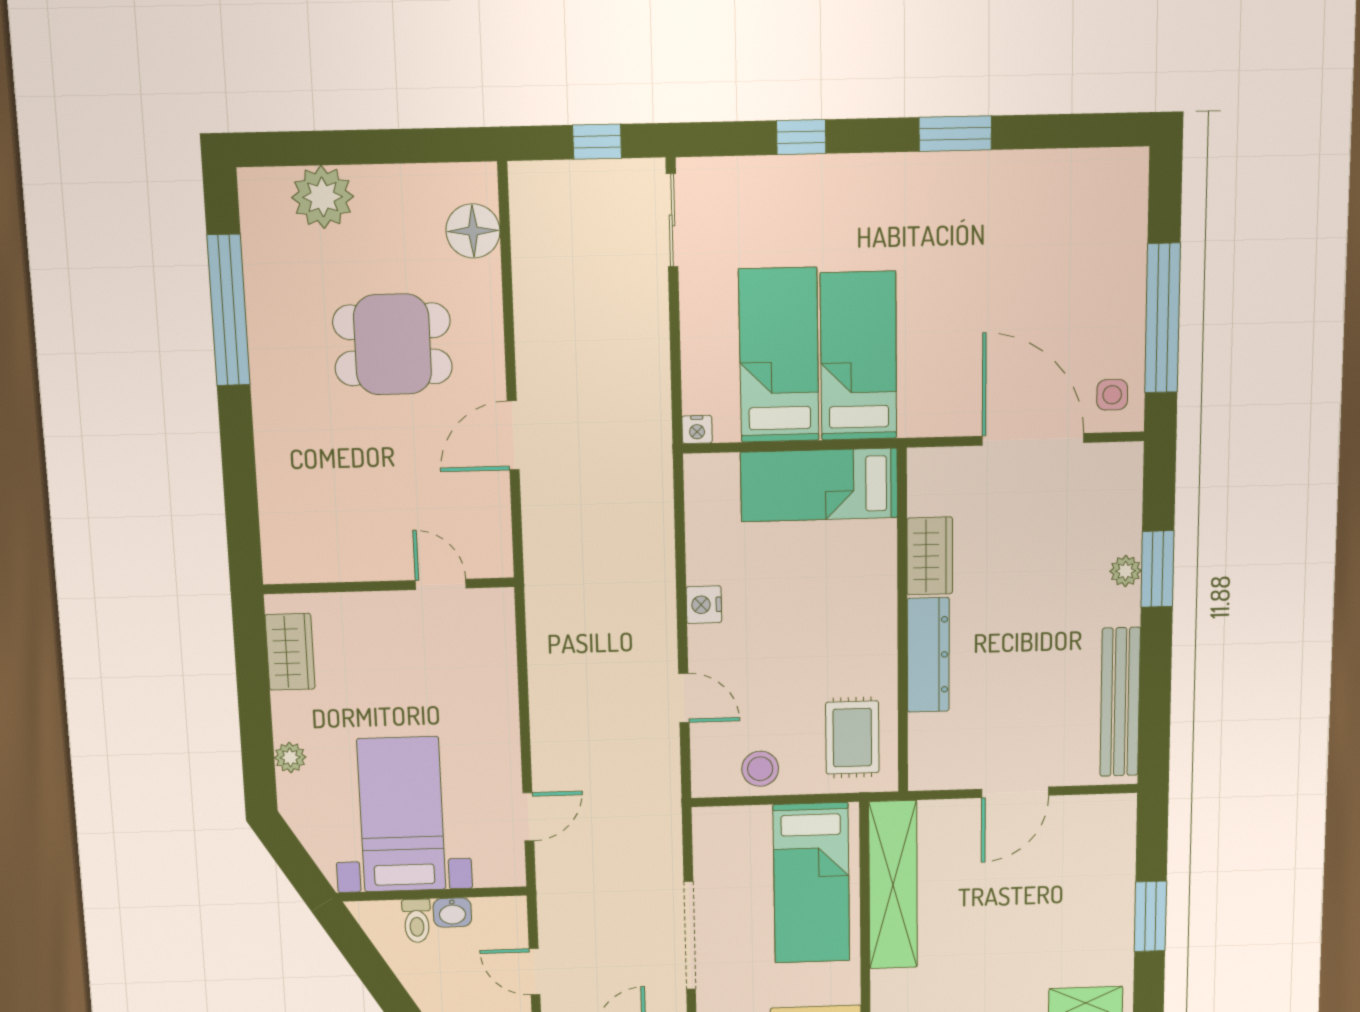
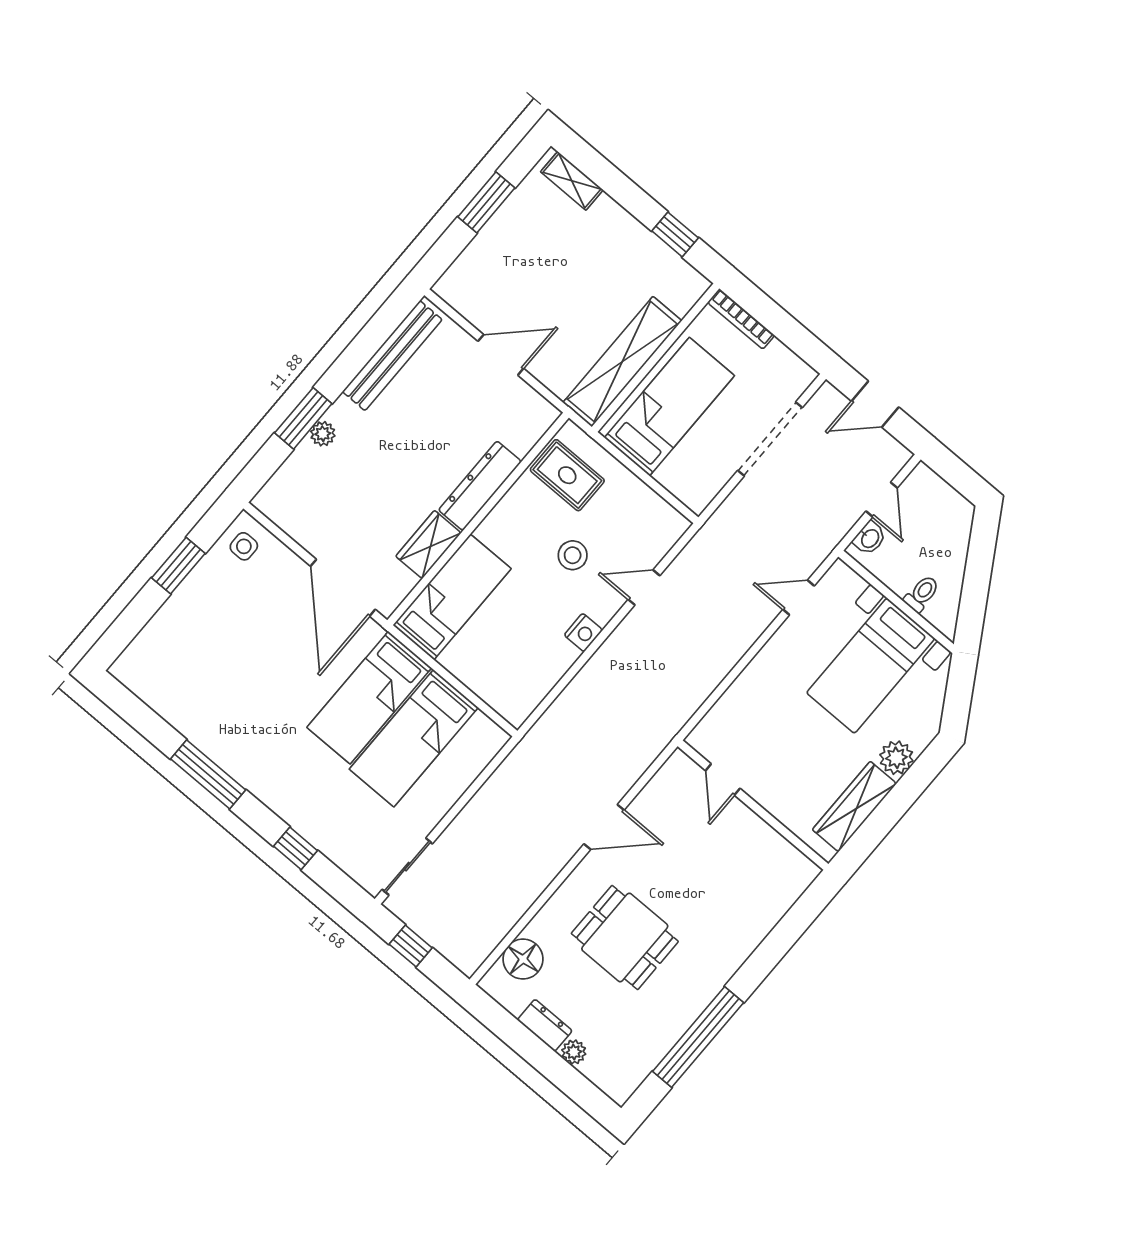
window: (955, 134) -> (208, 774), width x1.44
dresser: (390, 183) -> (545, 1025), added
plant: (323, 197) -> (574, 1052), width x0.53, depth x0.53
window: (1163, 318) -> (178, 566), width x0.47
nightstand: (697, 429) -> (497, 737), removed
door: (1033, 439) -> (343, 588), moved
bed: (819, 485) -> (452, 597), moved, turned -90
wardrobe: (290, 652) -> (854, 807), width x1.50
door: (684, 698) -> (644, 587), hinge flipped
rug: (852, 738) -> (567, 475), turned 90
plant: (290, 757) -> (896, 758), width x1.38, depth x1.38
stool: (760, 769) -> (573, 555), moved
washbasin: (452, 912) -> (870, 538), moved, turned 90

